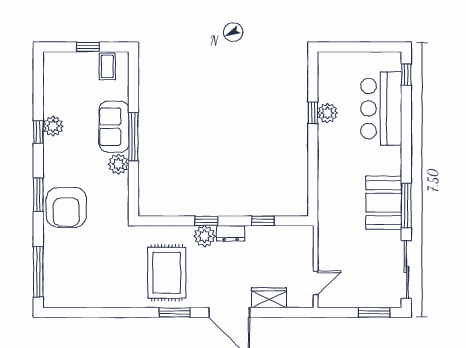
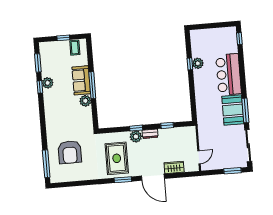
bar counter: (381, 109) -> (228, 74), moved
window: (38, 195) -> (38, 63), moved
armchair: (66, 207) -> (70, 152), moved

